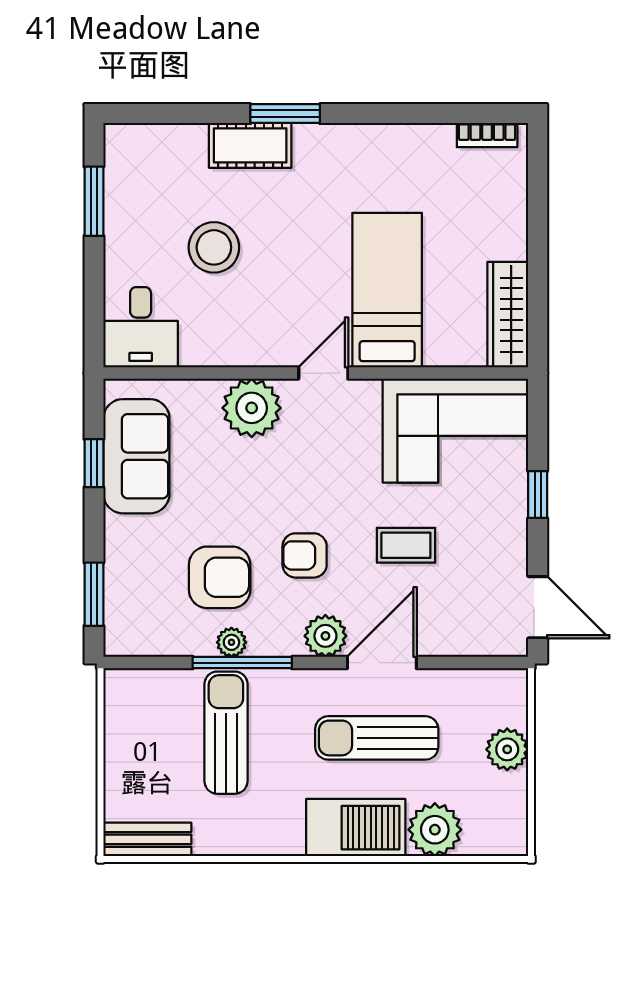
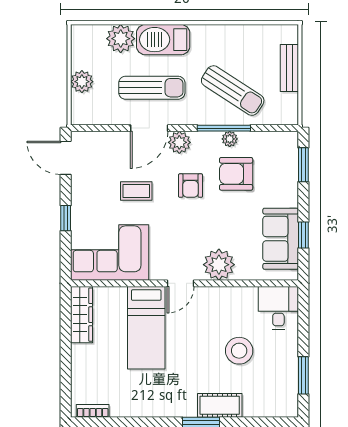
armchair: (305, 555) -> (191, 186), turned 90
sun lounger: (226, 733) -> (233, 91), turned -57
bench: (147, 839) -> (289, 68), moved, turned 90

